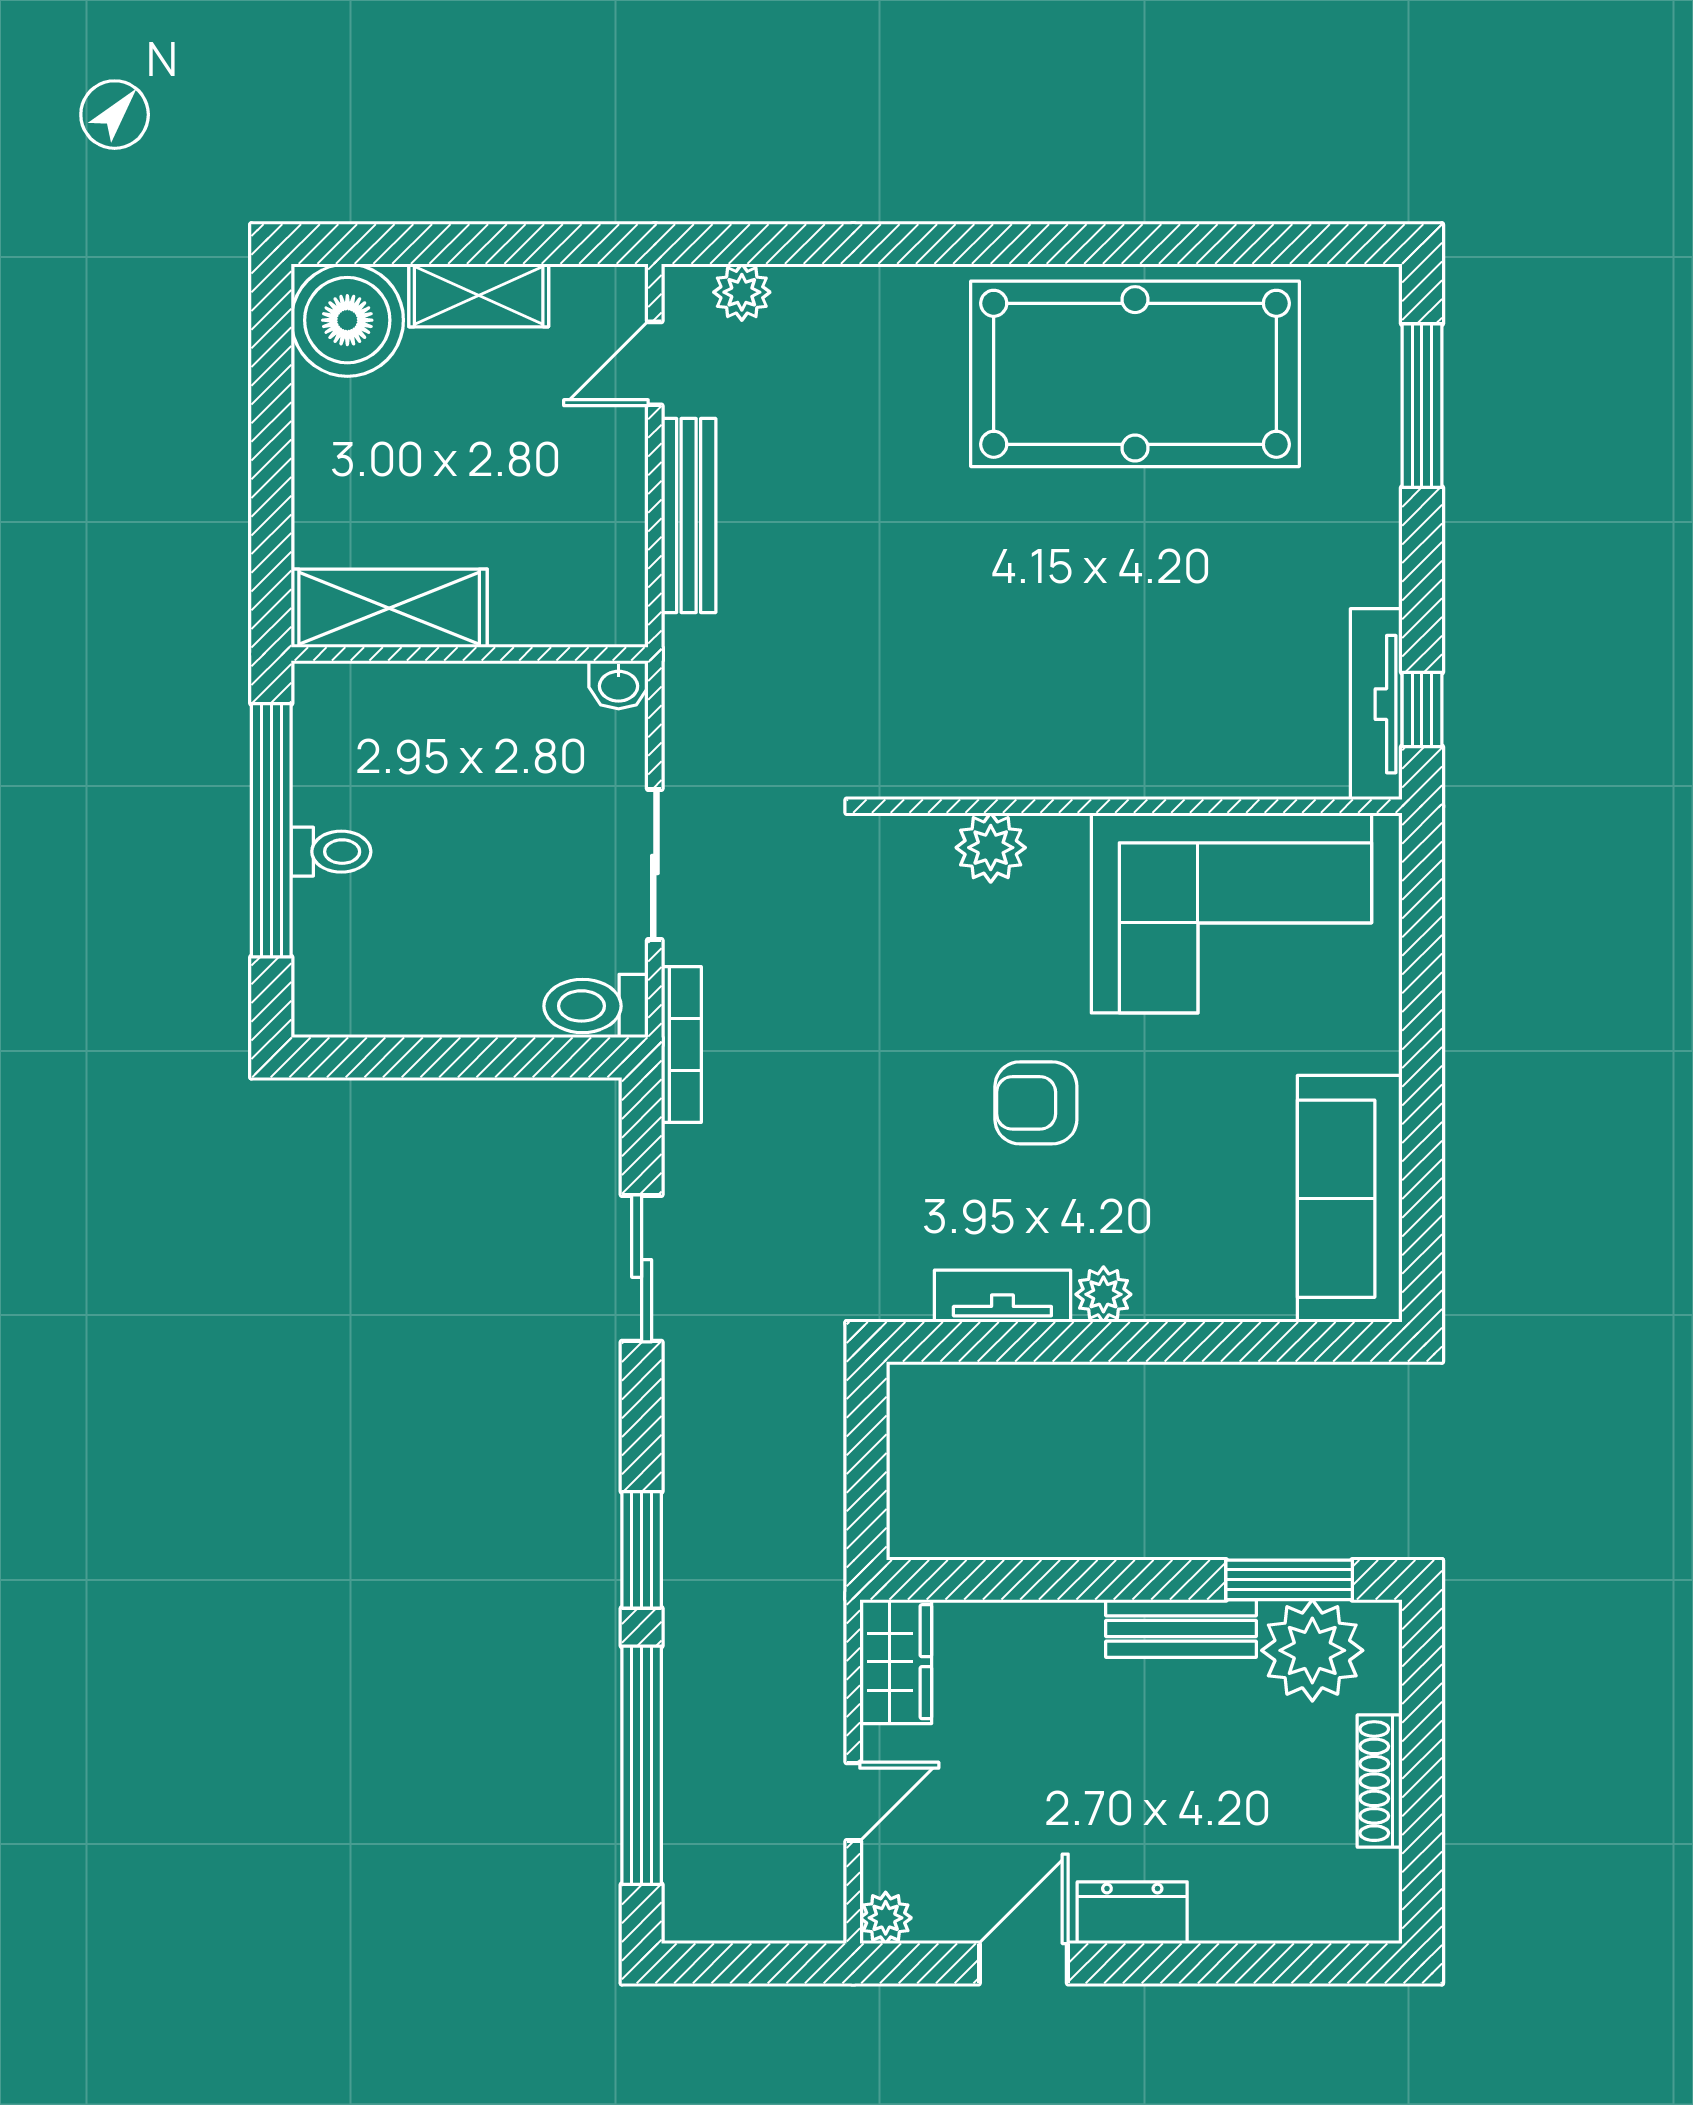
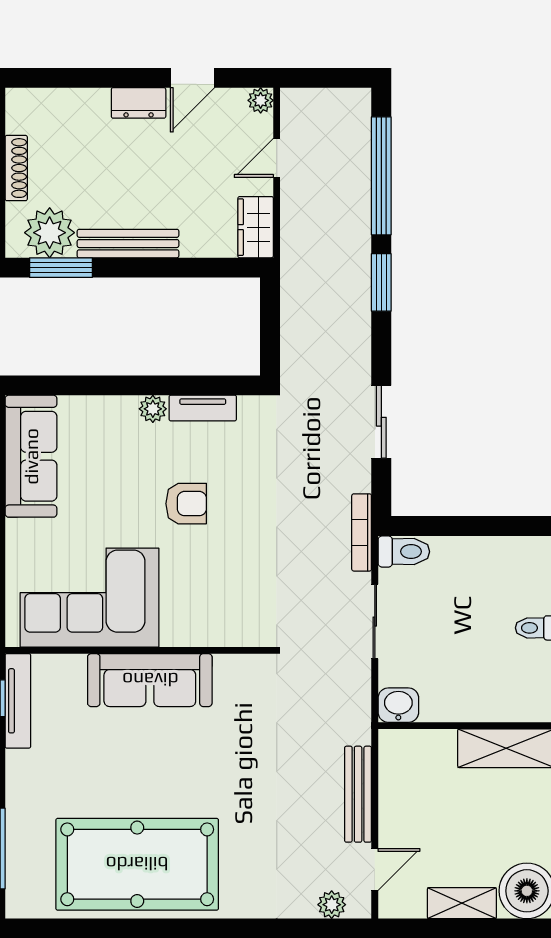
washbasin: (619, 685) -> (398, 705), width x1.38, depth x1.45
sofa: (1110, 746) -> (150, 680), added
plant: (991, 848) -> (209, 630), removed
bench: (1181, 1628) -> (128, 244), width x1.36

